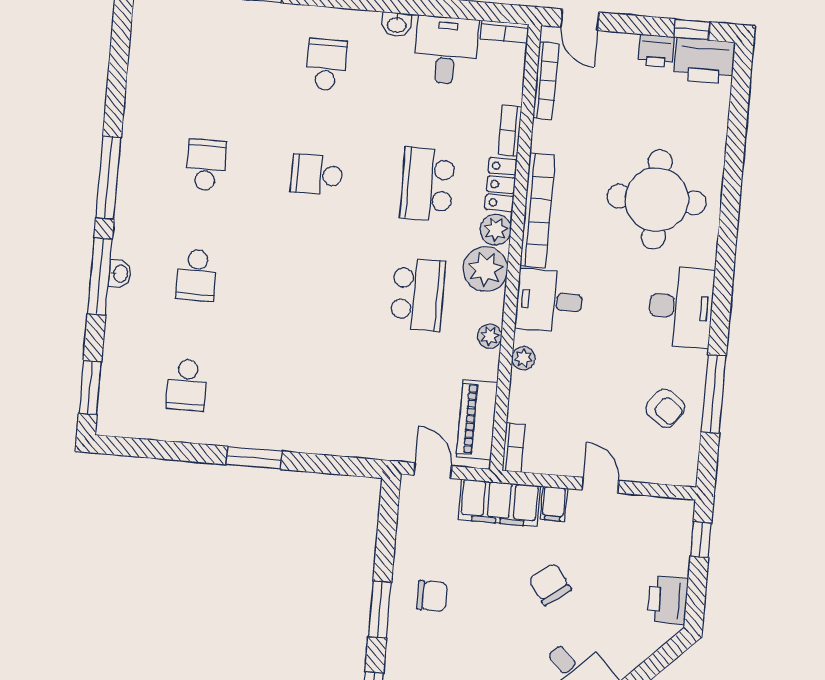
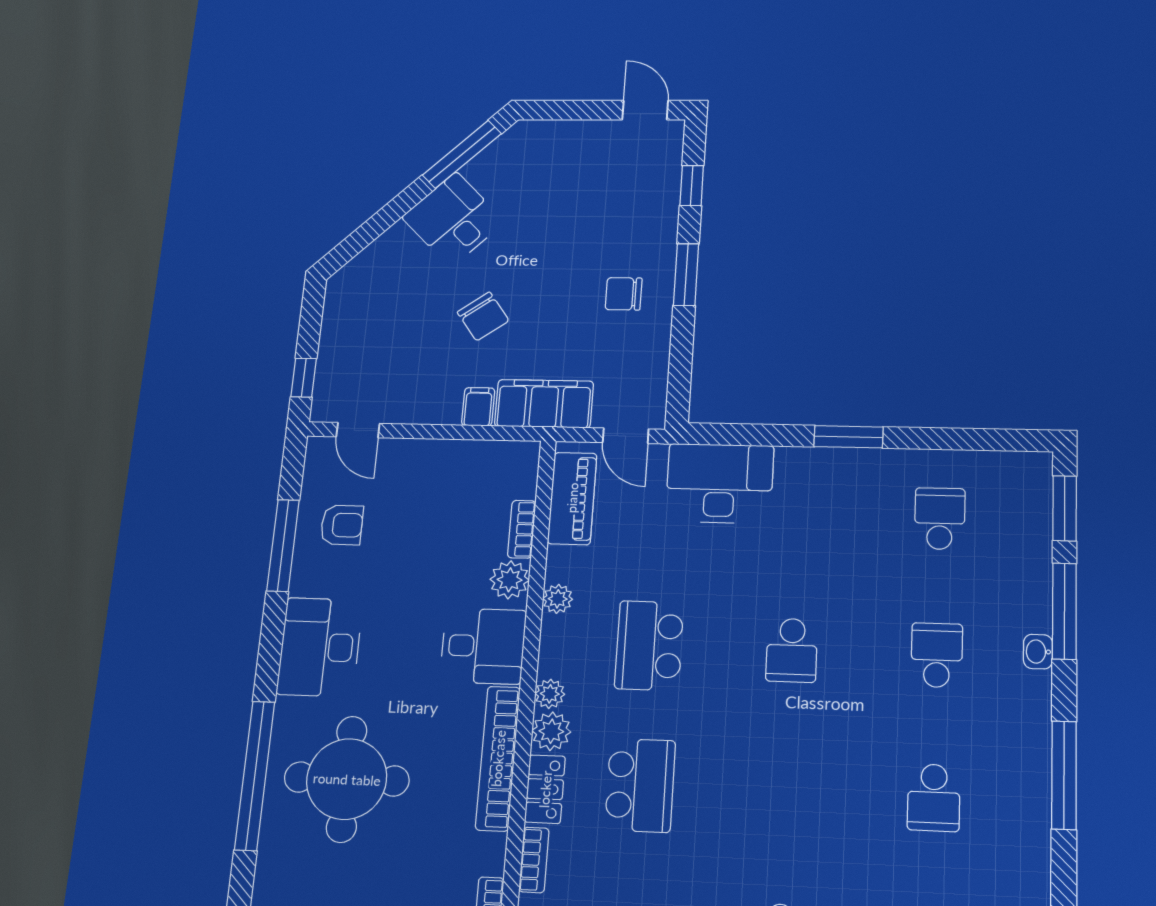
school desk: (317, 175) -> (792, 650), moved, turned 90
window: (730, 206) -> (255, 775), added
plant: (485, 269) -> (550, 694), width x0.53, depth x0.53
window: (100, 276) -> (1064, 611), moved
plant: (523, 358) -> (510, 580), width x1.38, depth x1.38
armchair: (665, 408) -> (342, 525), turned 144
desk: (358, 425) -> (720, 483), added
bookcase: (514, 447) -> (522, 529), moved
door: (600, 485) -> (358, 430), moved
printer: (668, 600) -> (345, 309), removed

